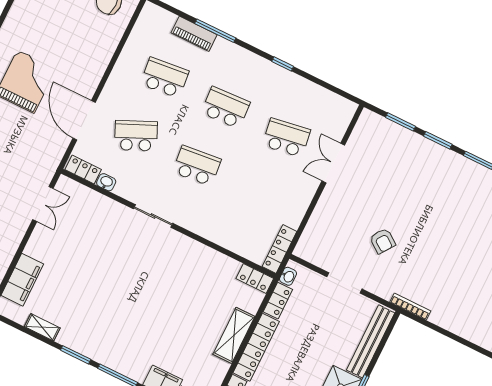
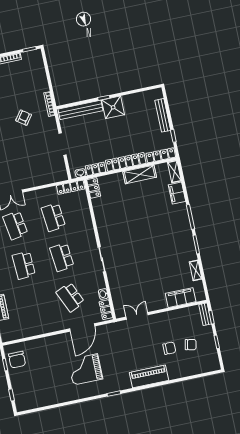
school desk: (165, 78) -> (53, 217), moved
armchair: (383, 241) -> (24, 118), moved
shelving: (234, 335) -> (140, 174), moved

